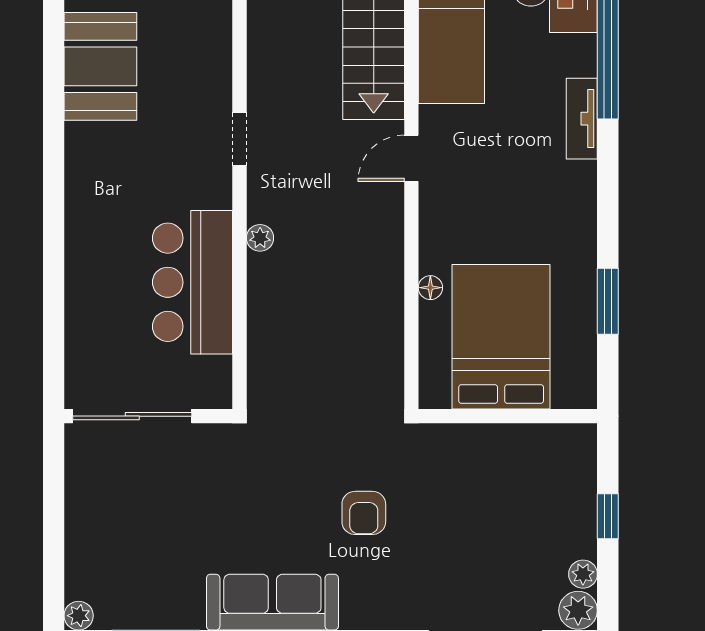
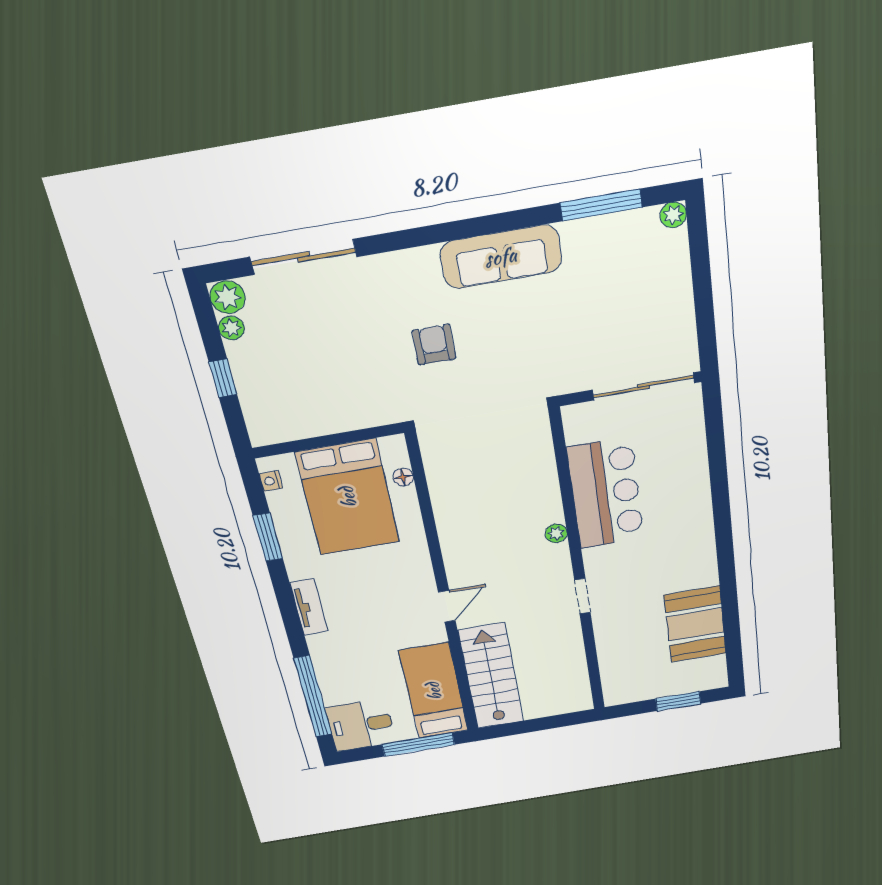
tv unit: (582, 119) -> (309, 607), moved
floor lamp: (430, 288) -> (403, 477), moved
nightstand: (586, 376) -> (271, 481), added

